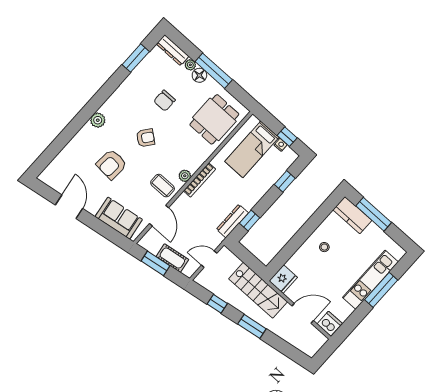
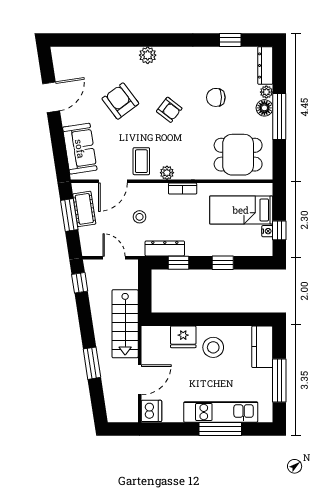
window: (136, 58) -> (230, 40), width x0.67
armchair: (112, 164) -> (120, 101), turned 49
bookcase: (199, 180) -> (183, 189), width x0.64
window: (285, 181) -> (223, 263), moved
window: (374, 214) -> (279, 380), moved
stool: (197, 219) -> (140, 217), added
stool: (324, 247) -> (213, 347), width x1.89, depth x1.89
cot: (172, 258) -> (84, 209), moved
fridge: (283, 279) -> (183, 337), moved
window: (217, 304) -> (80, 283), moved
door: (303, 313) -> (140, 380), hinge flipped
window: (252, 326) -> (92, 363), moved

